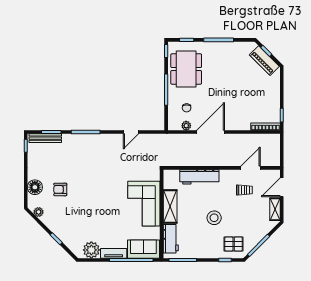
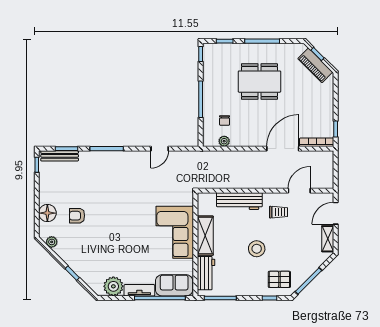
dining table: (186, 69) -> (259, 82), moved, turned 90
door: (210, 132) -> (283, 149), moved
trolley: (244, 190) -> (279, 212), moved

